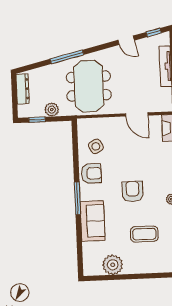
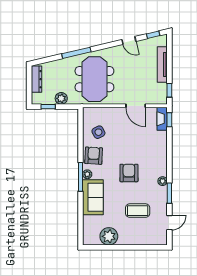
armchair: (91, 173) -> (94, 156), turned -87
plant: (85, 195) -> (87, 174), added

